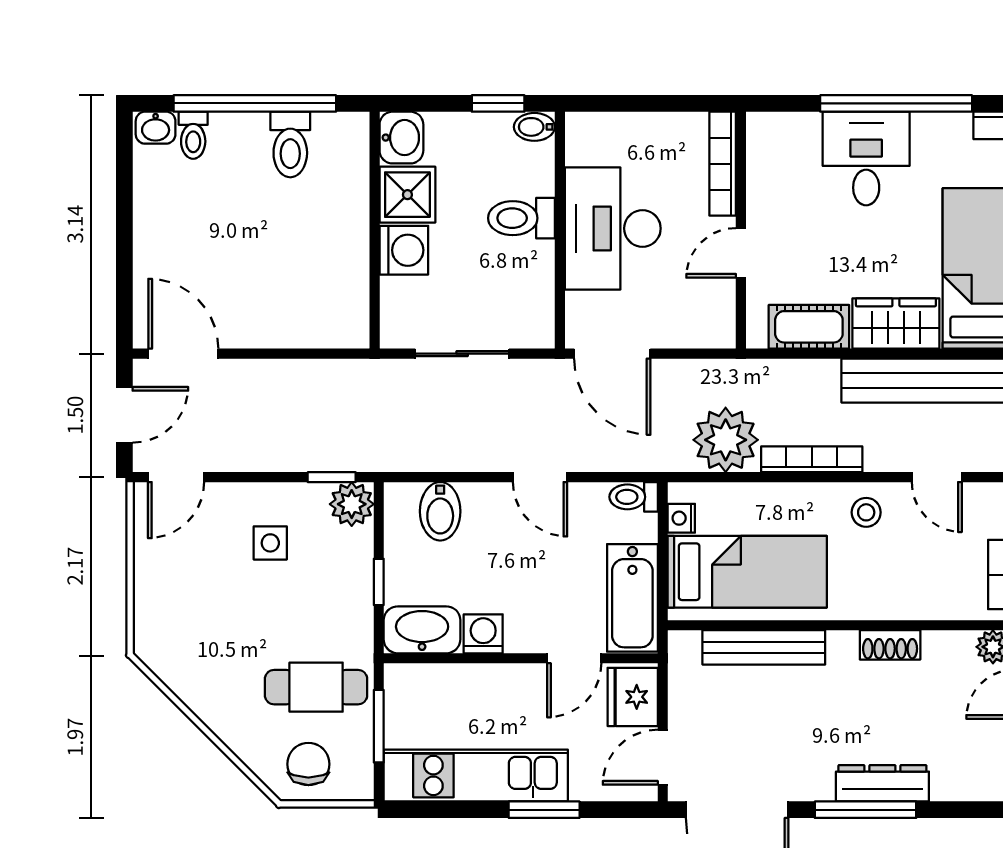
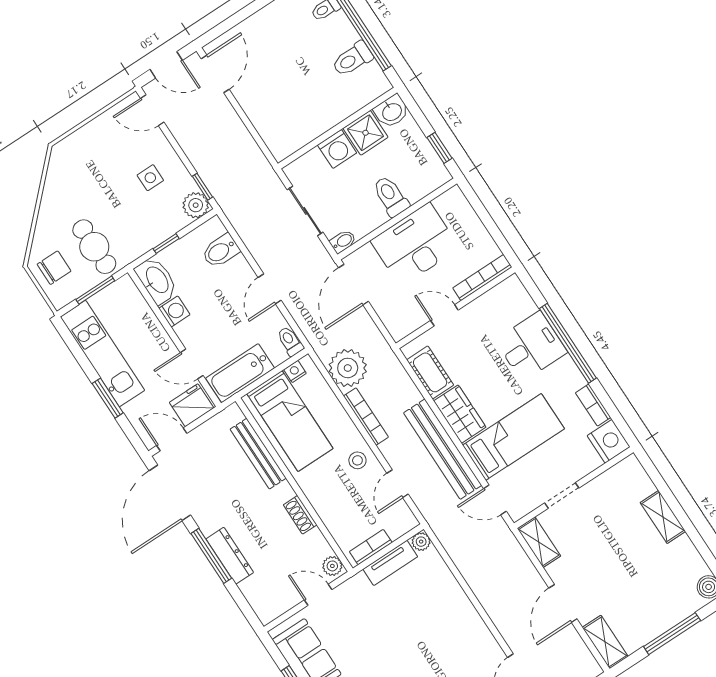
bidet: (534, 127) -> (343, 241), moved, turned 90

